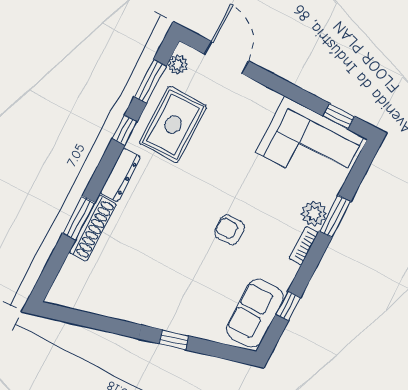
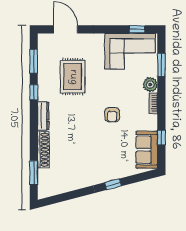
plant: (178, 65) -> (43, 46), removed
rug: (173, 125) -> (73, 77), moved
window: (335, 216) -> (161, 65), moved
window: (79, 218) -> (34, 173), moved
armchair: (230, 230) -> (112, 115), turned -90

